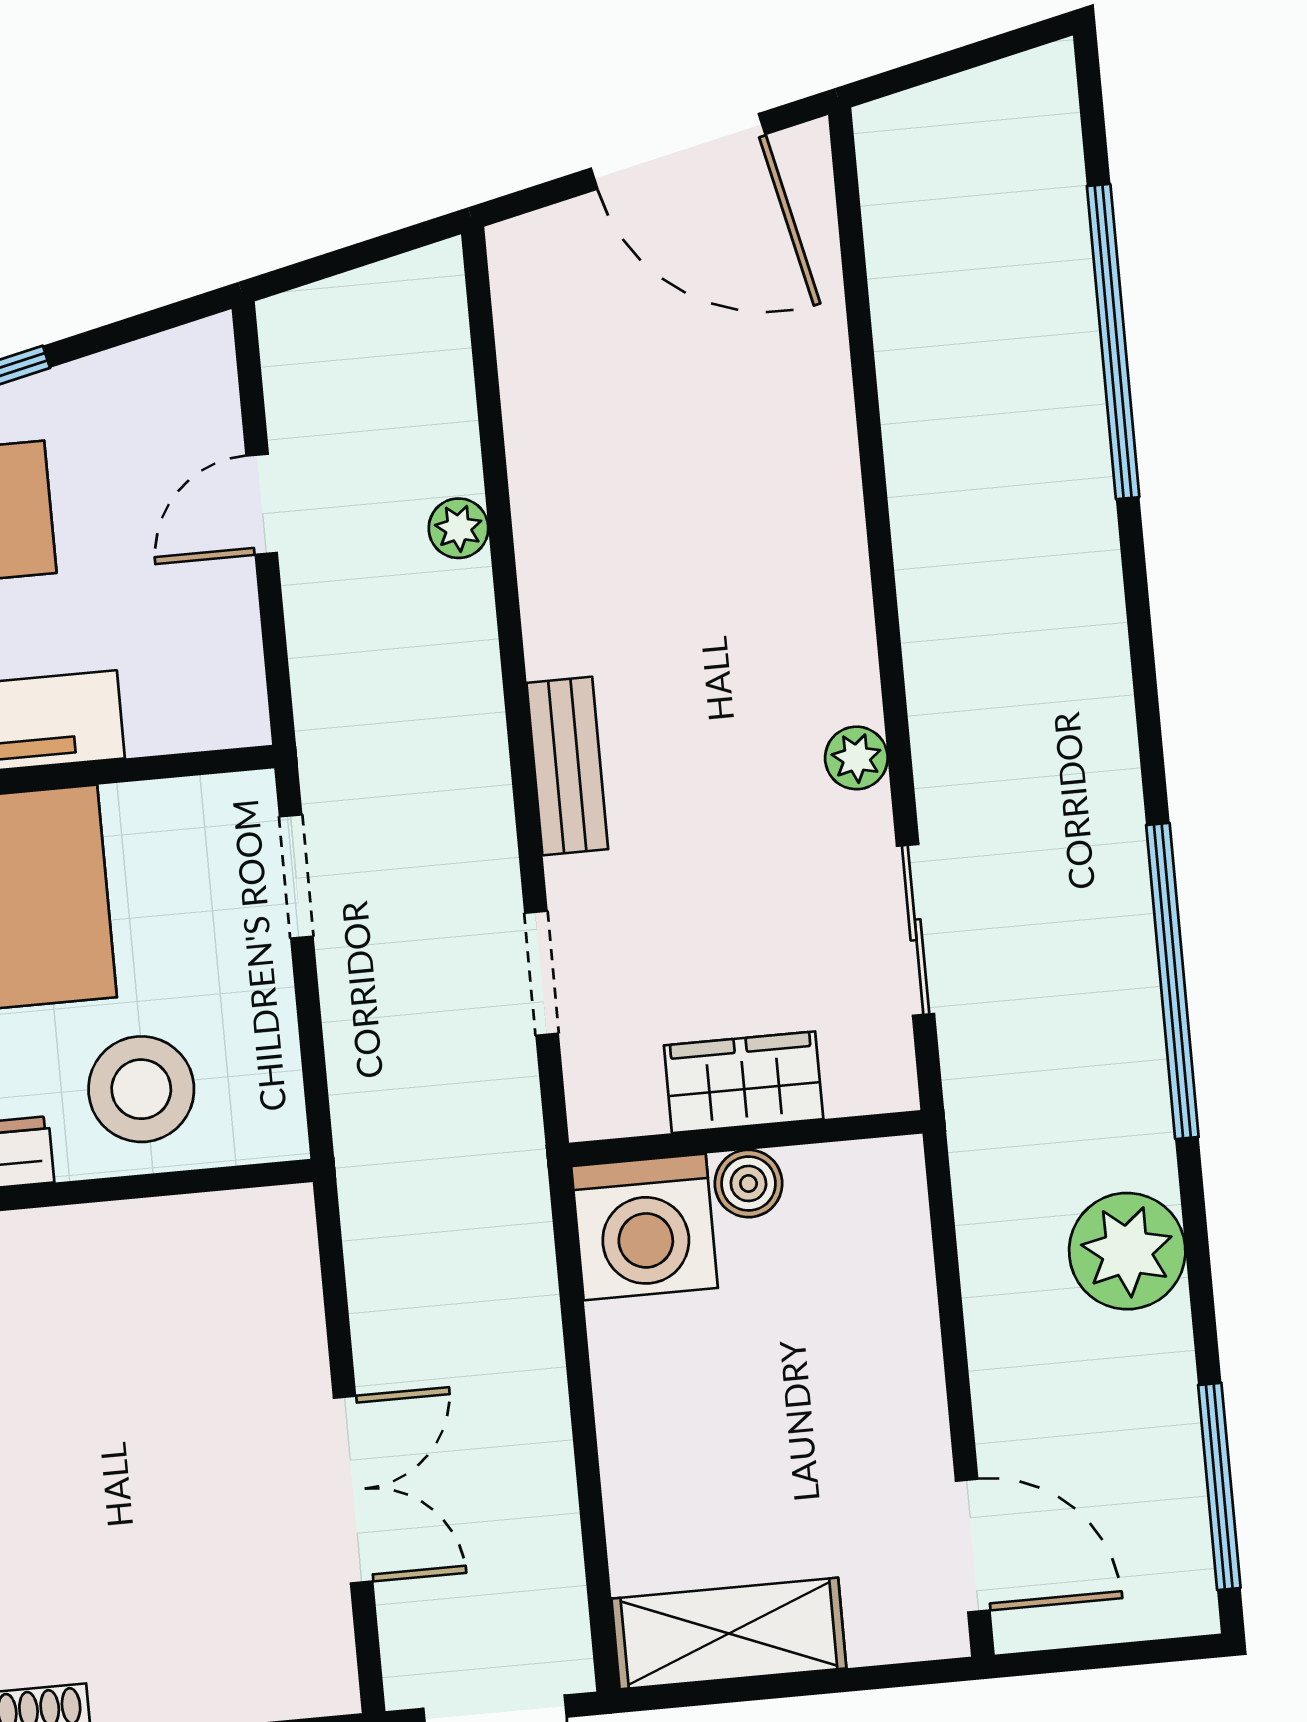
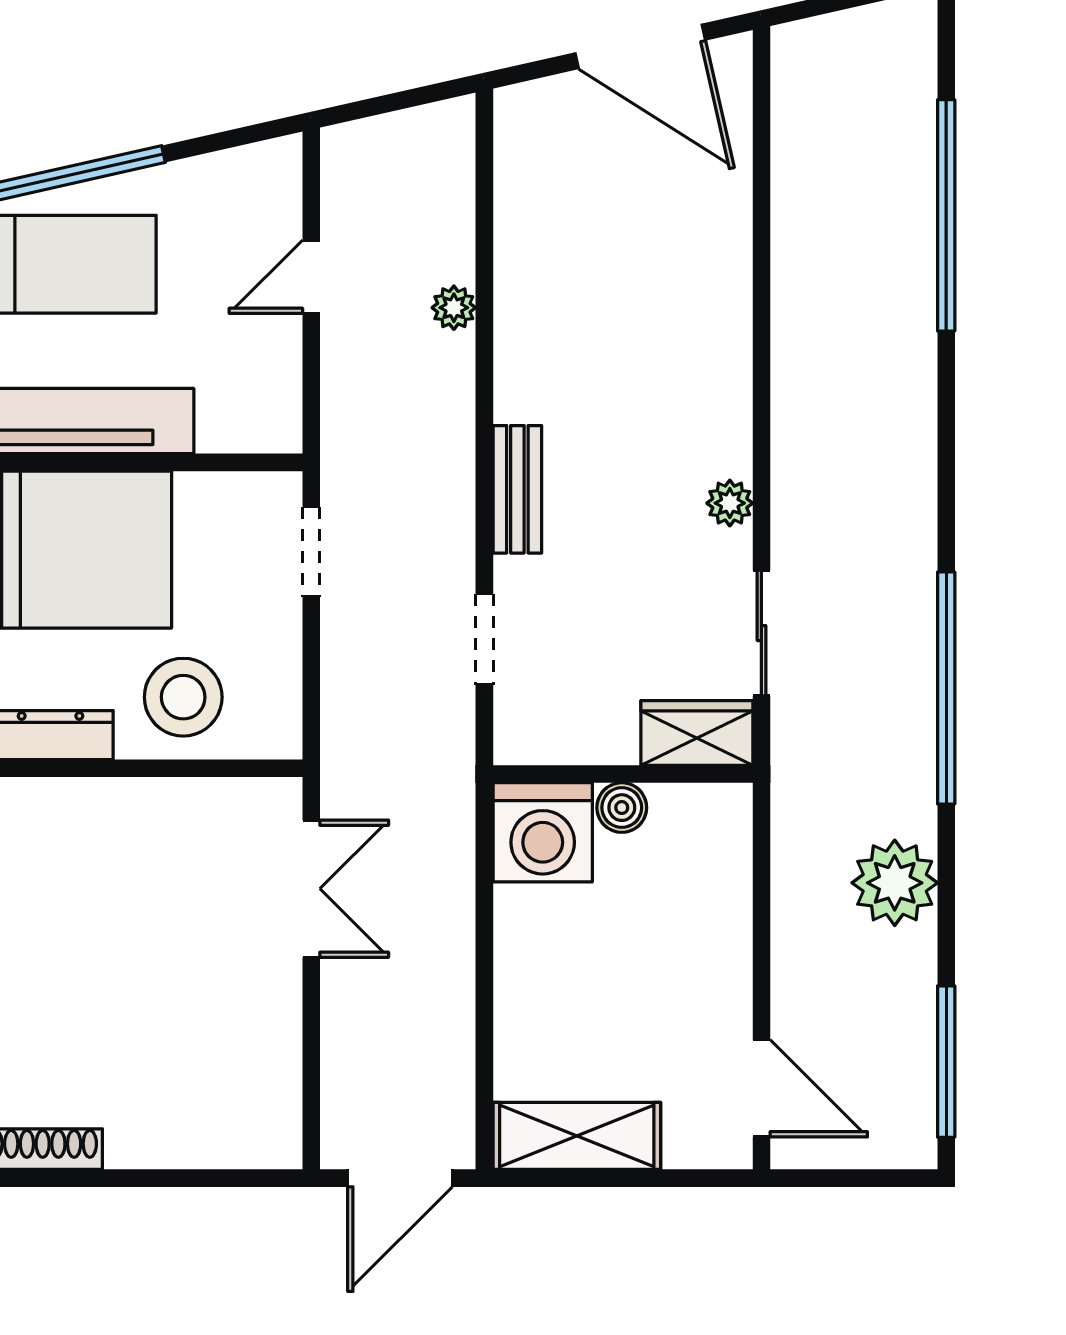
wardrobe: (744, 1082) -> (697, 733), moved
double door: (353, 1490) -> (311, 889), moved

